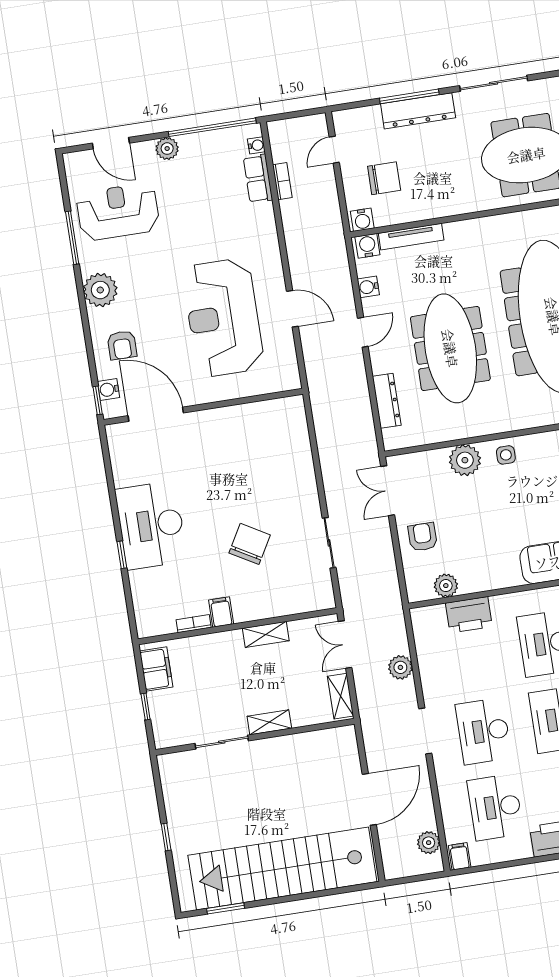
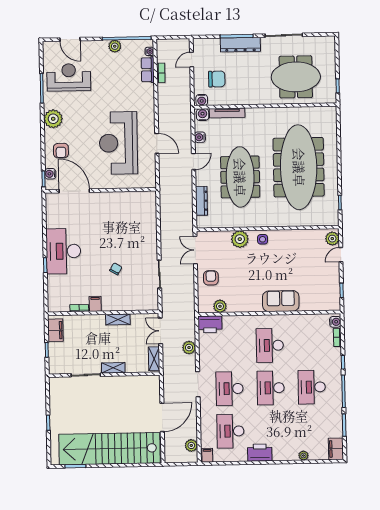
plant: (167, 149) -> (115, 46), moved
chair: (250, 544) -> (116, 269), width x0.54, depth x0.54
printer: (469, 615) -> (210, 324), moved

